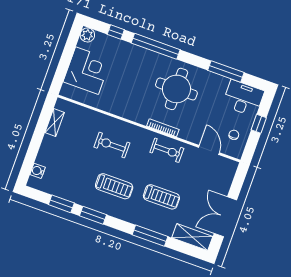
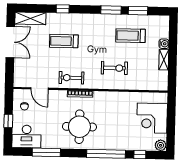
shelving: (55, 122) -> (164, 60), moved
water cooler: (38, 171) -> (164, 44), moved
treadmill: (114, 186) -> (130, 36), moved
window: (150, 236) -> (63, 9), width x0.46

